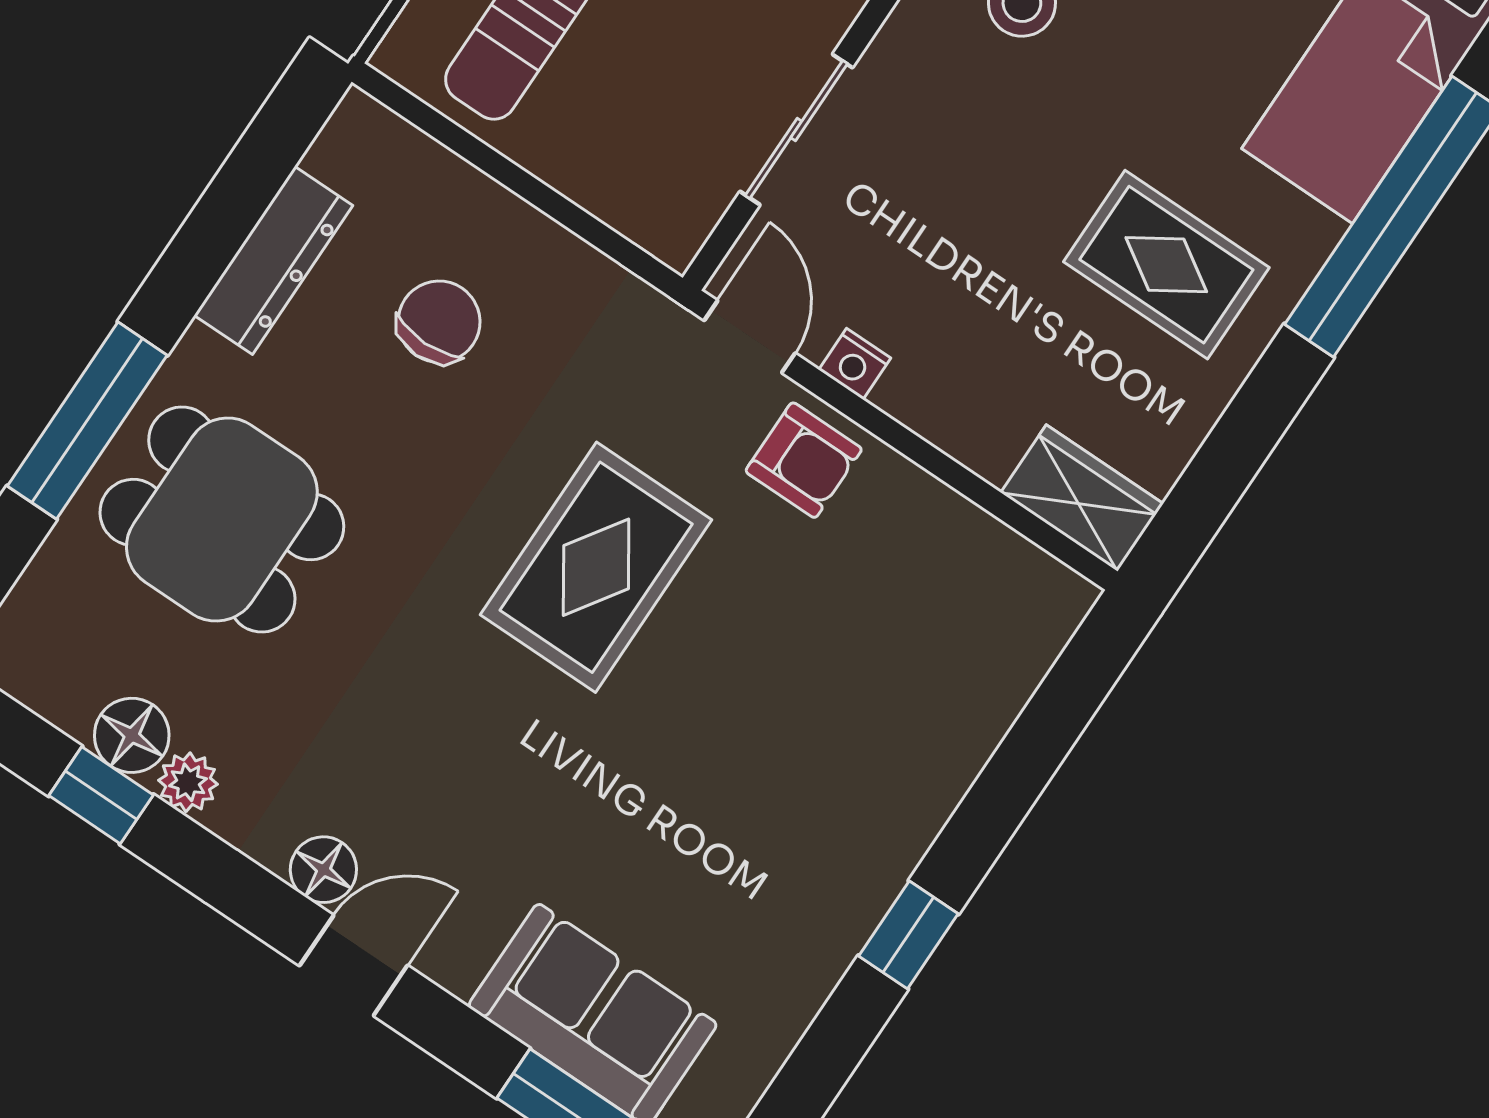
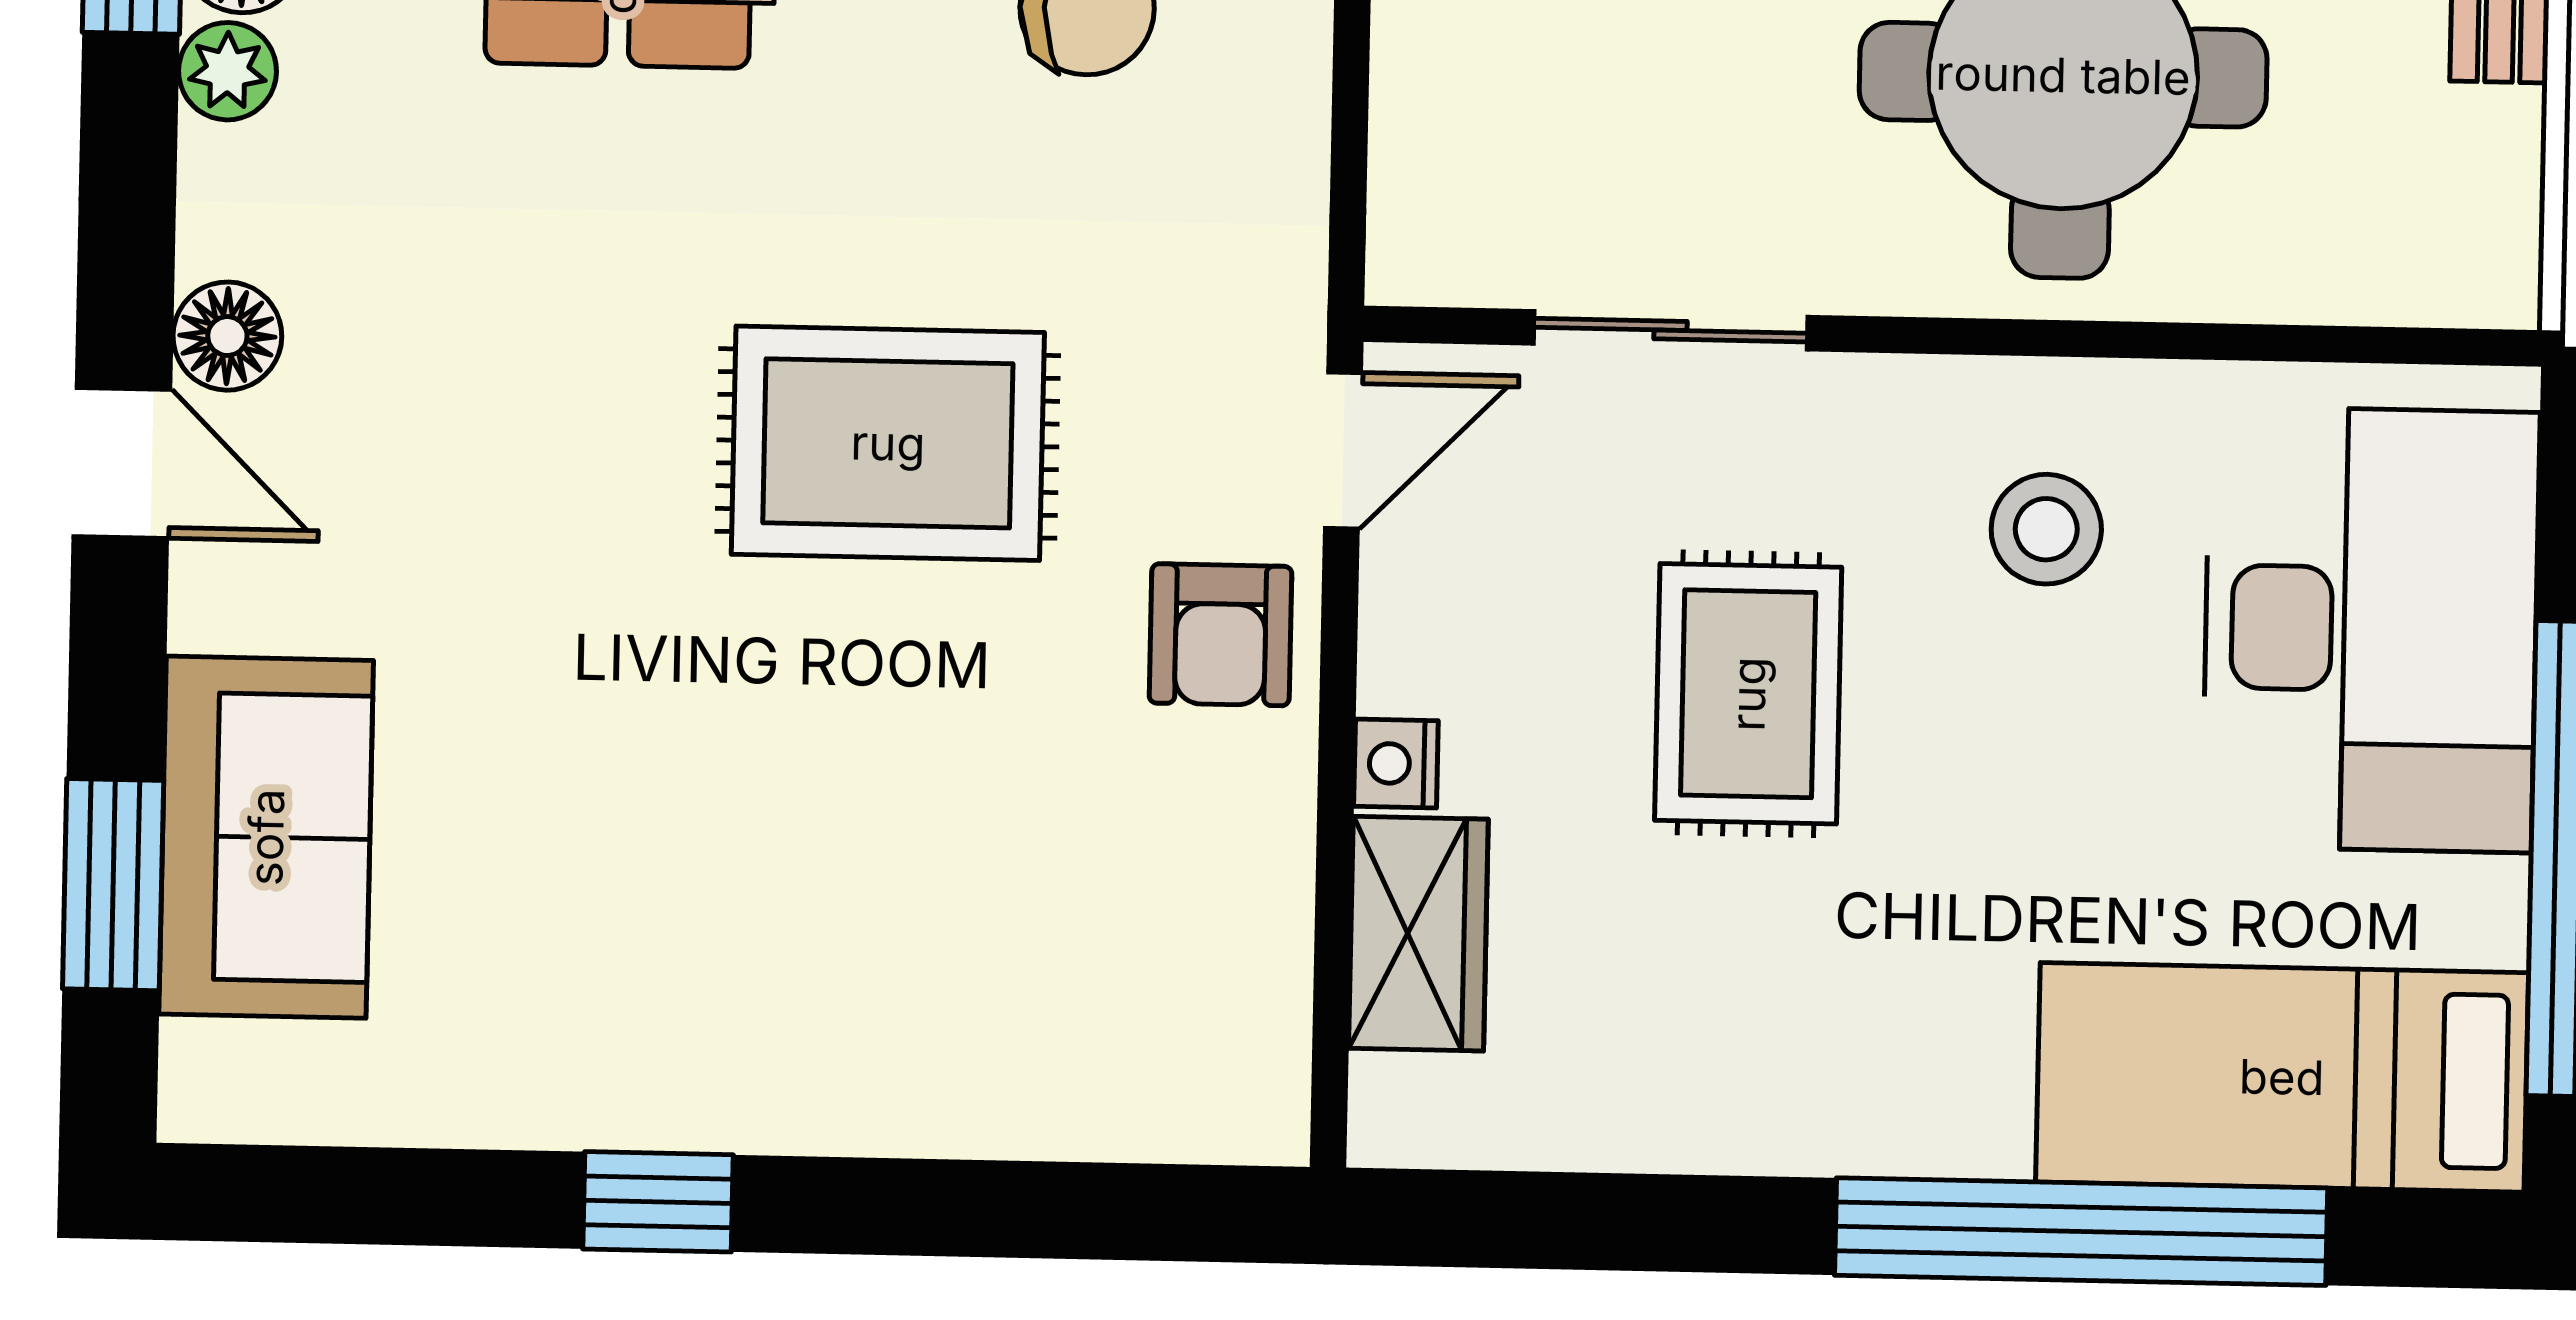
rug: (1166, 265) -> (1748, 694), moved
nightstand: (855, 364) -> (1396, 764), moved
wardrobe: (1082, 498) -> (1418, 934), moved

